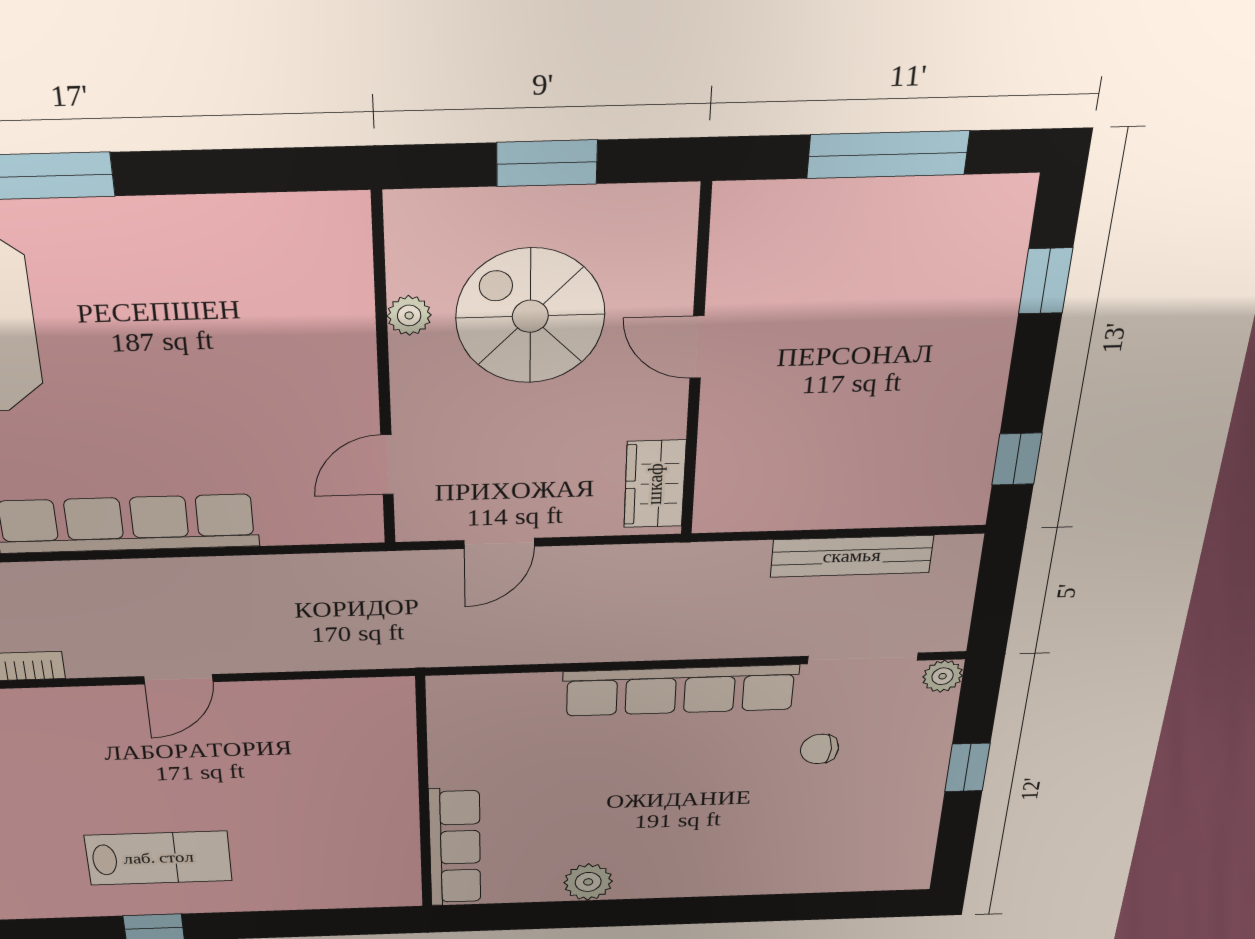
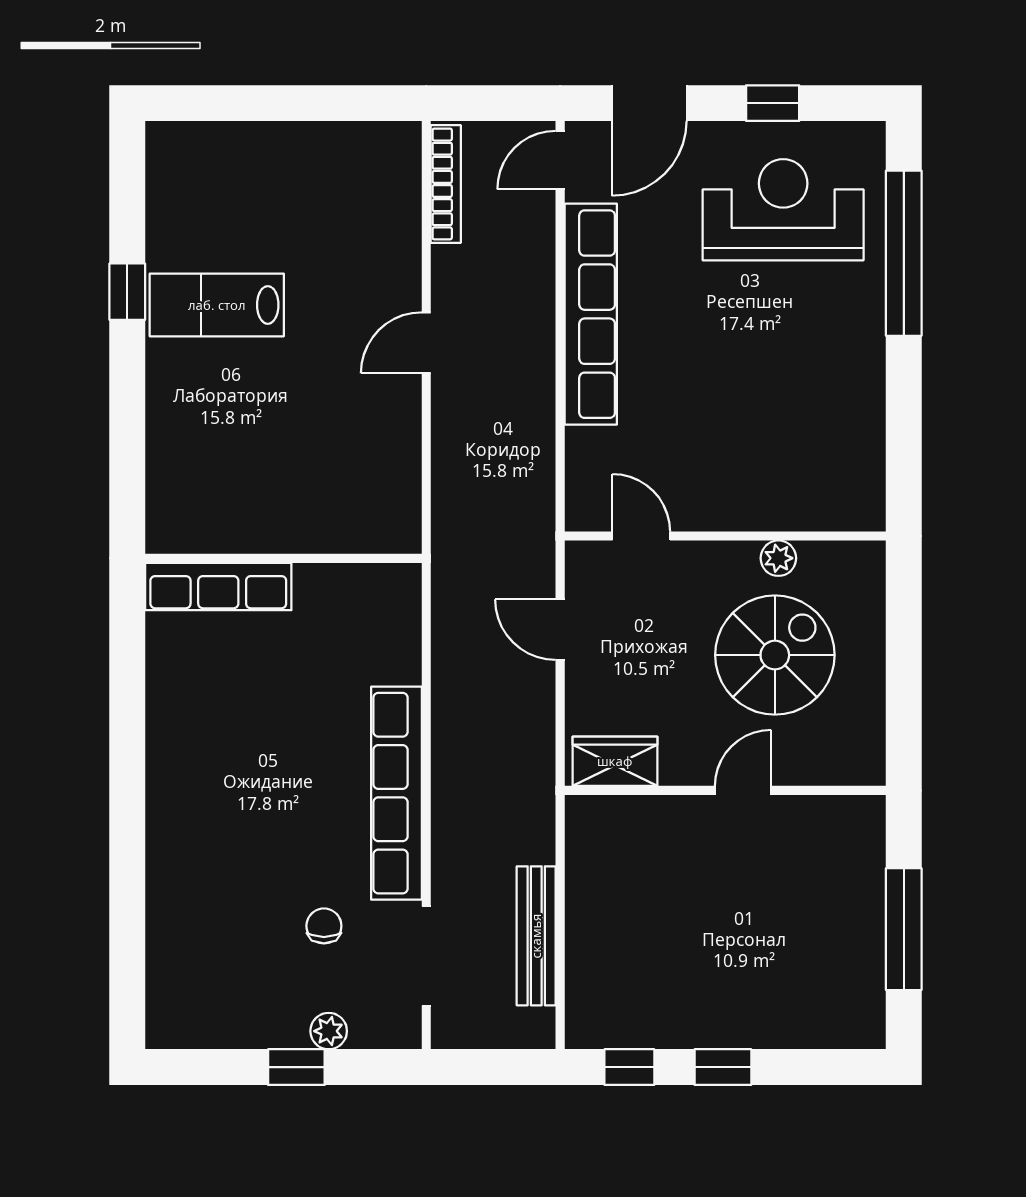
window: (547, 163) -> (904, 667), removed
window: (1045, 281) -> (723, 1067), moved
plant: (943, 676) -> (329, 1031), moved
door: (178, 679) -> (426, 343), hinge flipped
lab bench: (159, 858) -> (217, 305), turned 90
plant: (588, 882) -> (169, 715), removed

